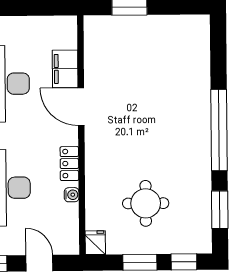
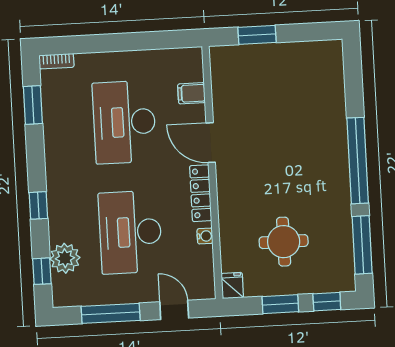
filing cabinet: (65, 69) -> (191, 93), width x0.50
locker: (69, 164) -> (201, 193), width x1.53
window: (220, 210) -> (362, 245), width x1.44

